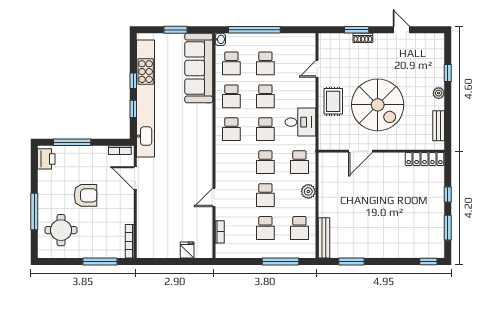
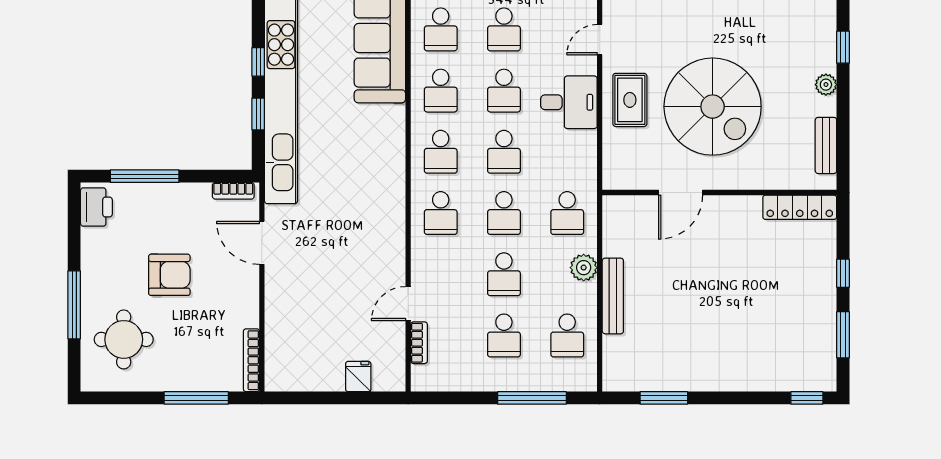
desk: (300, 122) -> (569, 102), moved
school desk: (231, 162) -> (441, 213), added
door: (214, 197) -> (408, 304), moved
bench: (324, 238) -> (613, 296), moved

